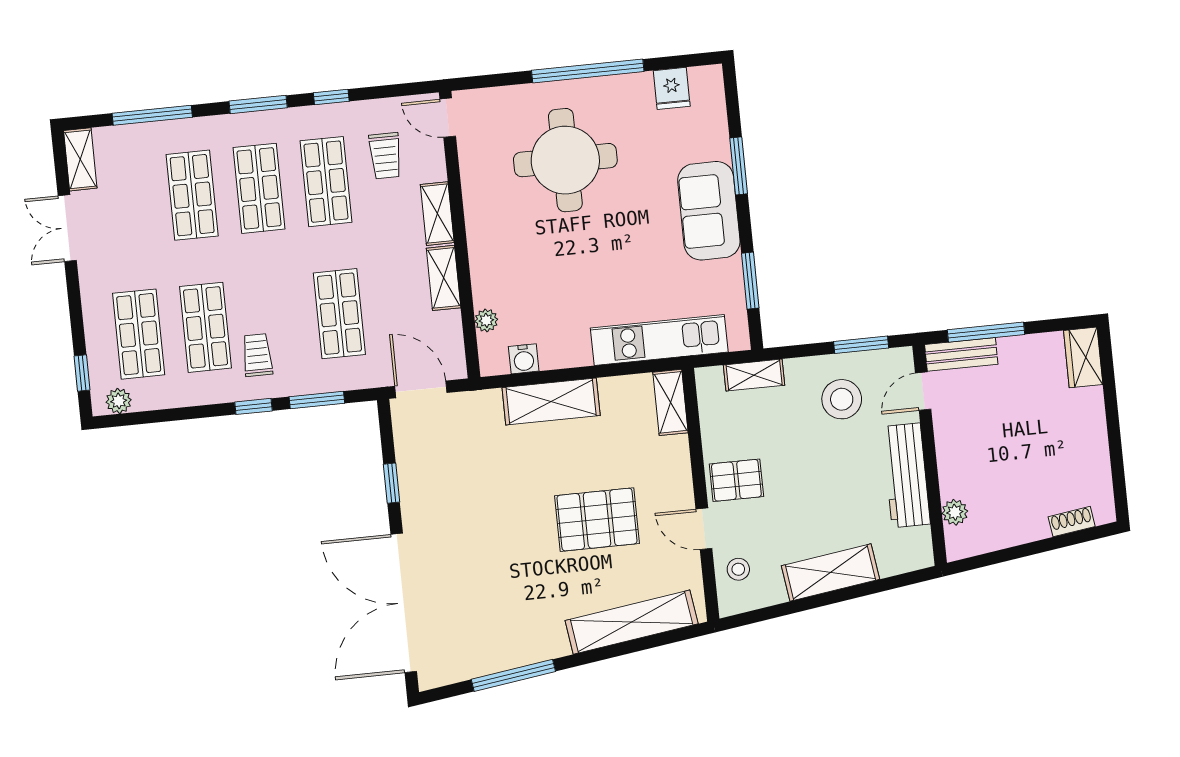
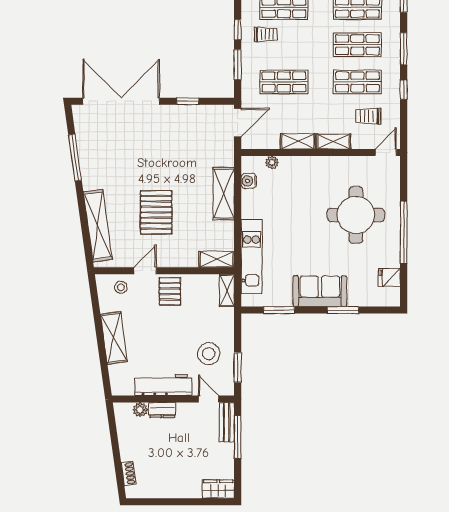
shelving: (754, 375) -> (227, 290), moved
dresser: (951, 473) -> (162, 410), added

